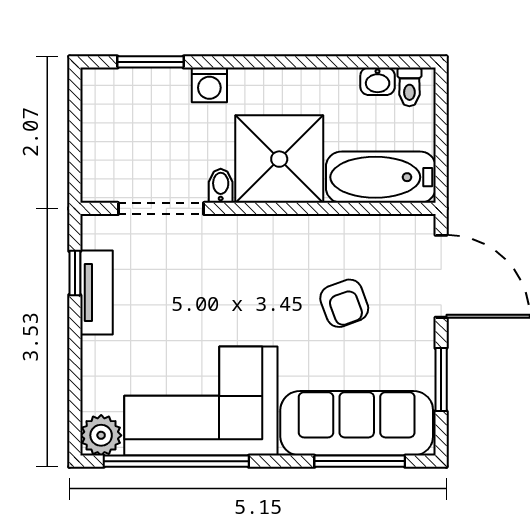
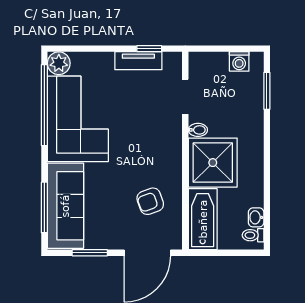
washing machine: (209, 85) -> (239, 61), moved, turned -90
doorway: (161, 208) -> (185, 97), width x0.73
armchair: (344, 303) -> (150, 201), moved

